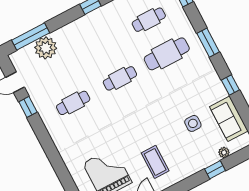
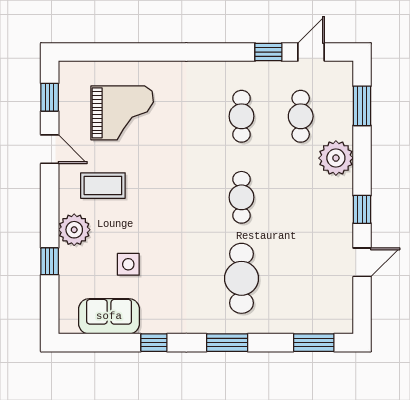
cafe table: (149, 20) -> (301, 116), moved
window: (31, 37) -> (362, 106), width x0.69
plant: (46, 48) -> (336, 158), moved
plant: (224, 152) -> (74, 230), moved, width x1.88, depth x1.88

